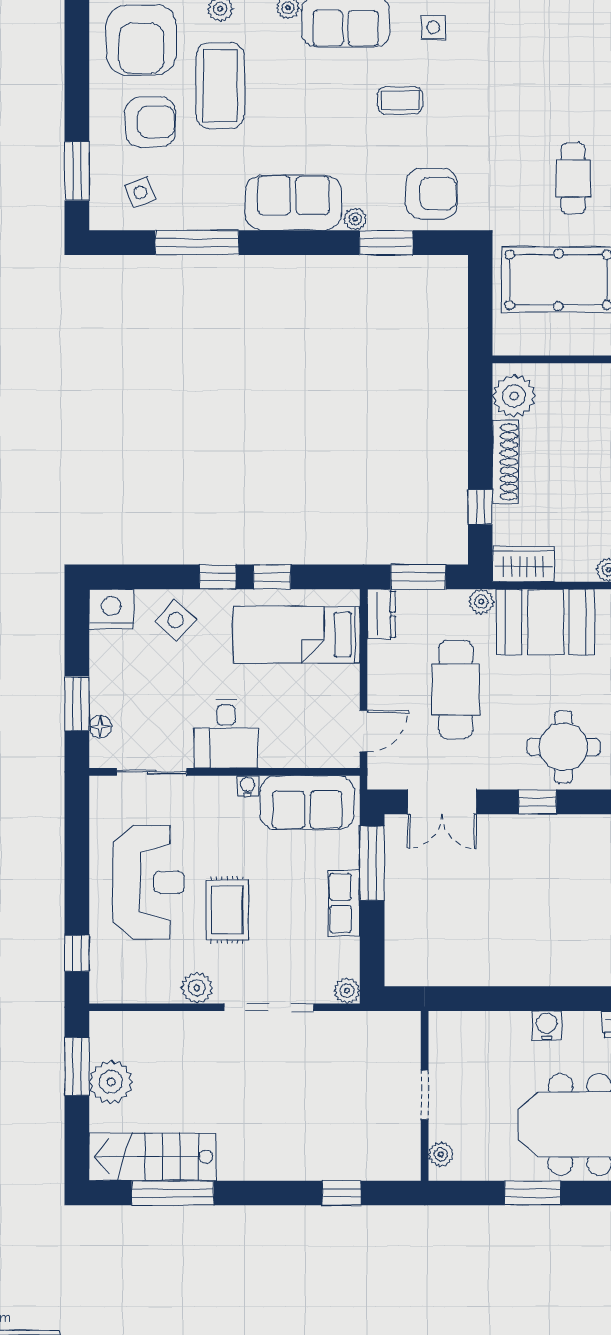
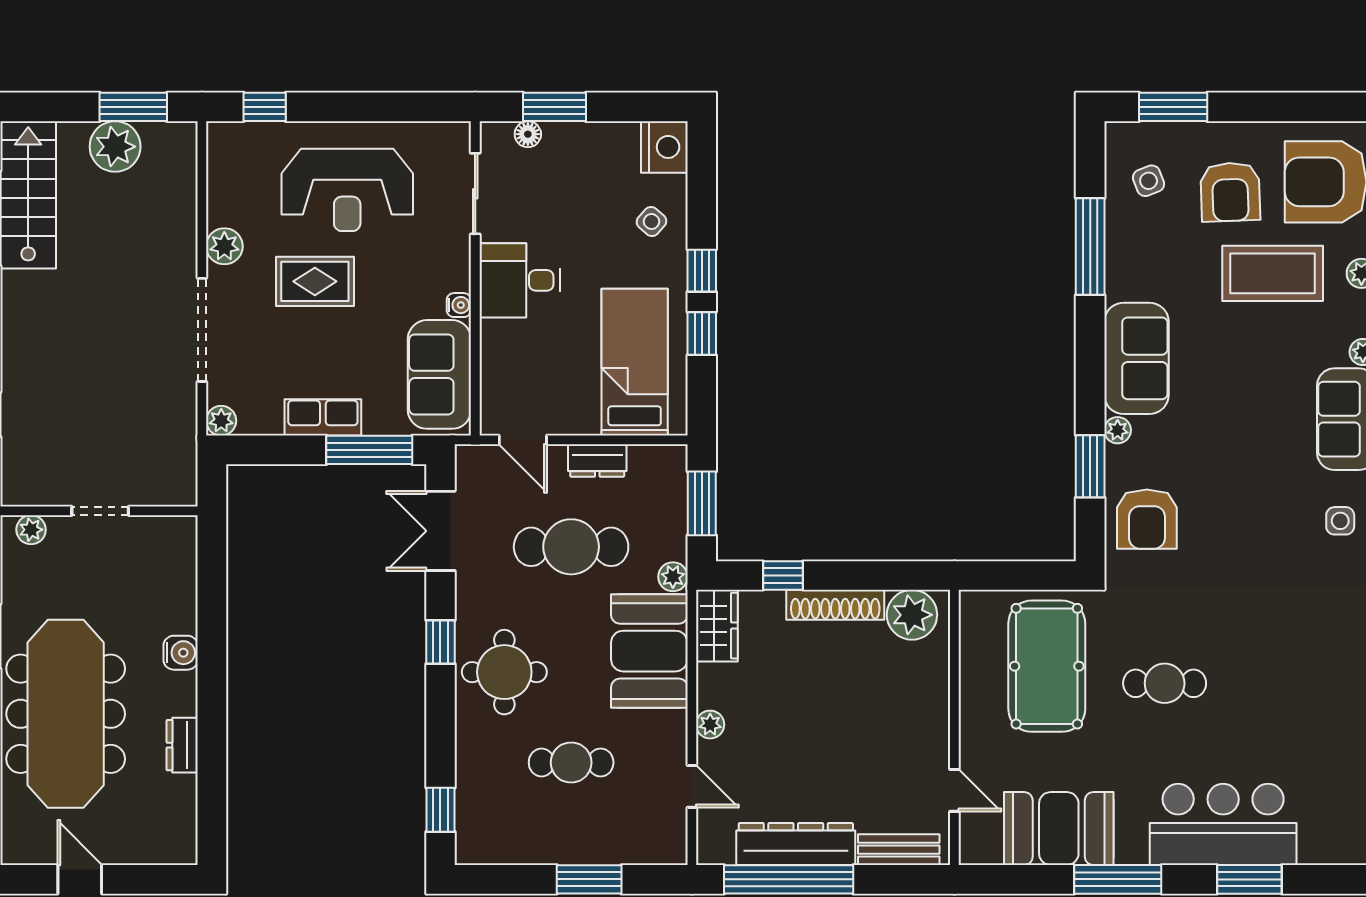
coffee table: (400, 100) -> (1255, 482), removed
dresser: (381, 614) -> (597, 461), moved
side table: (176, 620) -> (651, 222), width x0.73, depth x0.73

